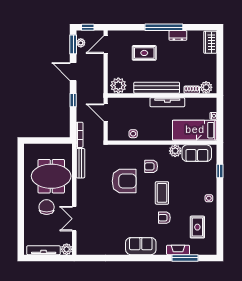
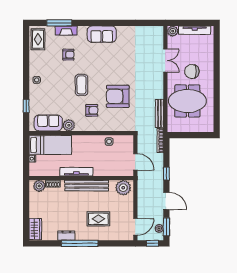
chair: (47, 207) -> (192, 71), turned 90
armchair: (164, 218) -> (68, 55), moved
rug: (197, 227) -> (38, 39), moved

